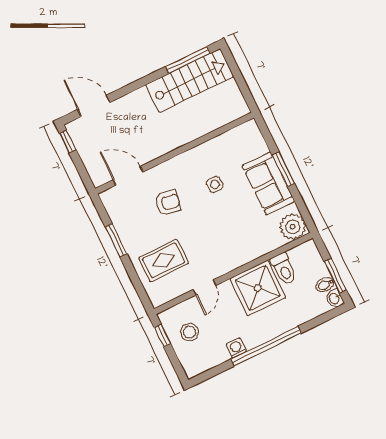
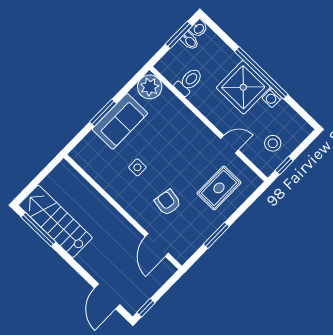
rug: (164, 261) -> (219, 188), turned 90
shower: (258, 288) -> (243, 87), moved

